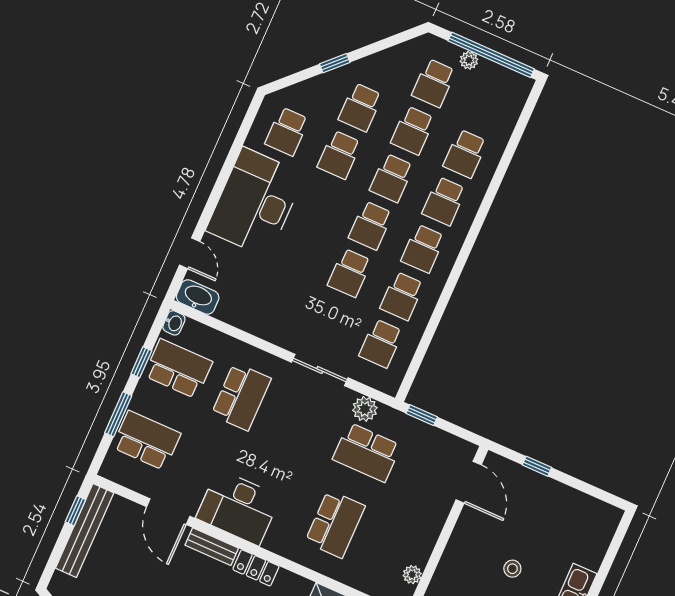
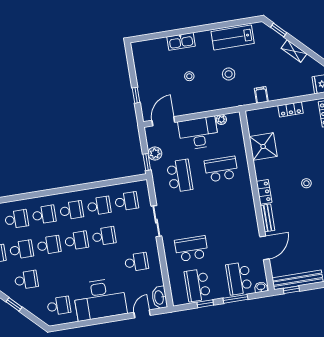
school desk: (339, 155) -> (136, 262), moved
washbasin: (174, 323) -> (261, 287), moved
plant: (365, 409) -> (155, 153), moved
desk: (238, 507) -> (198, 133), moved, turned -90

